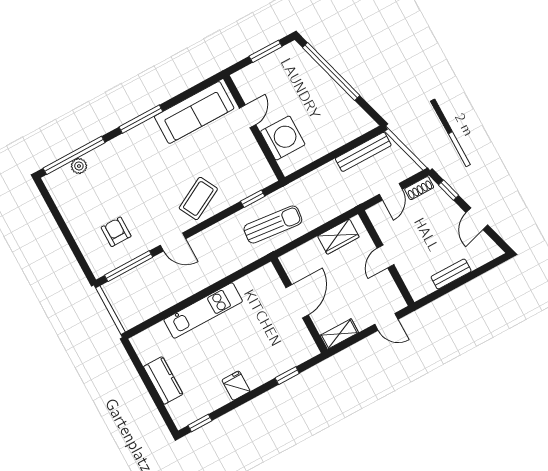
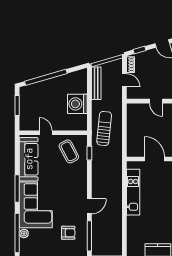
washing machine: (283, 138) -> (77, 104), moved, turned -90
corner sofa: (131, 160) -> (36, 205), added
coffee table: (198, 198) -> (69, 151), moved
sun lounger: (273, 224) -> (104, 128), moved
armchair: (116, 232) -> (68, 233), turned 180
wardrobe: (338, 237) -> (133, 120), removed
kitchen unit: (203, 311) -> (133, 192), moved

